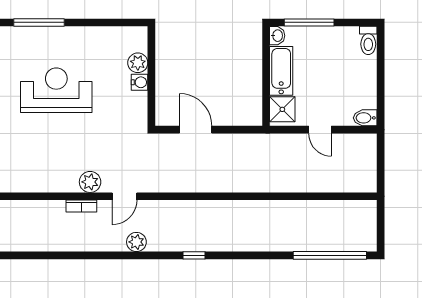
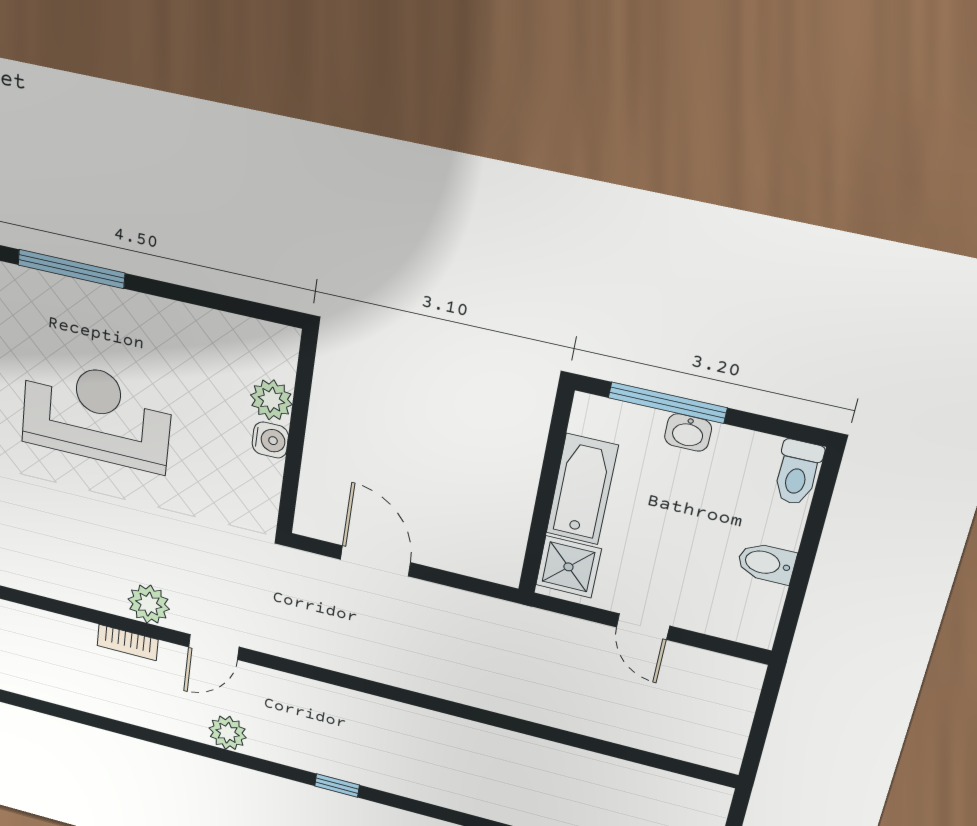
washbasin: (277, 36) -> (688, 433), moved, turned 90
bidet: (365, 118) -> (766, 563), moved

